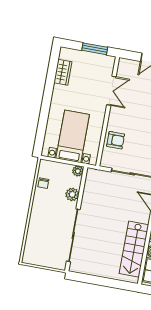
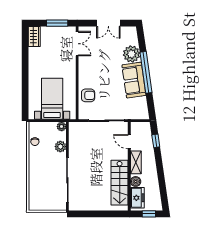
wardrobe: (63, 72) -> (34, 36), moved
double door: (111, 91) -> (77, 44), moved

